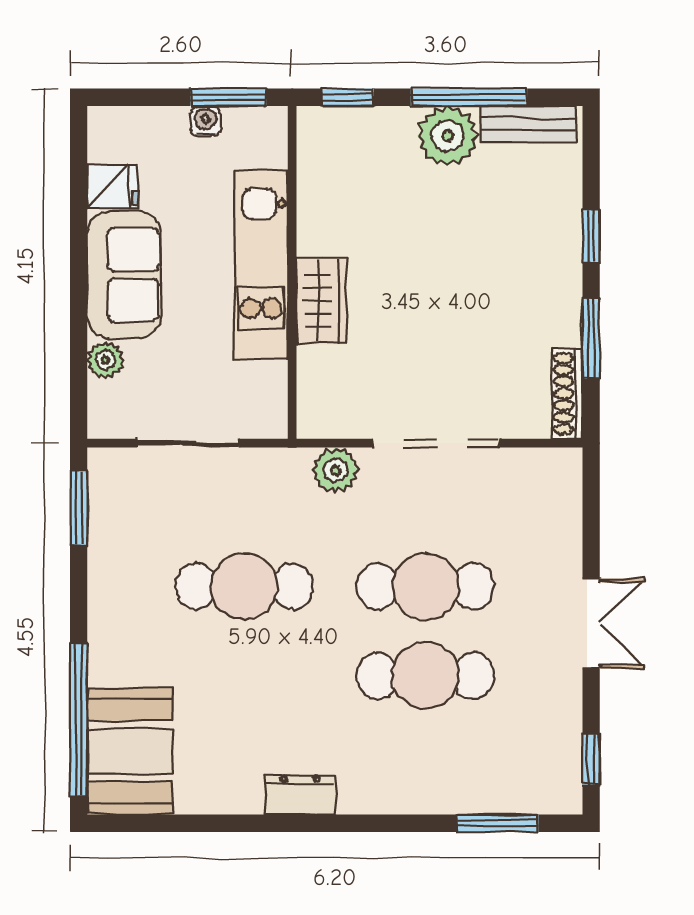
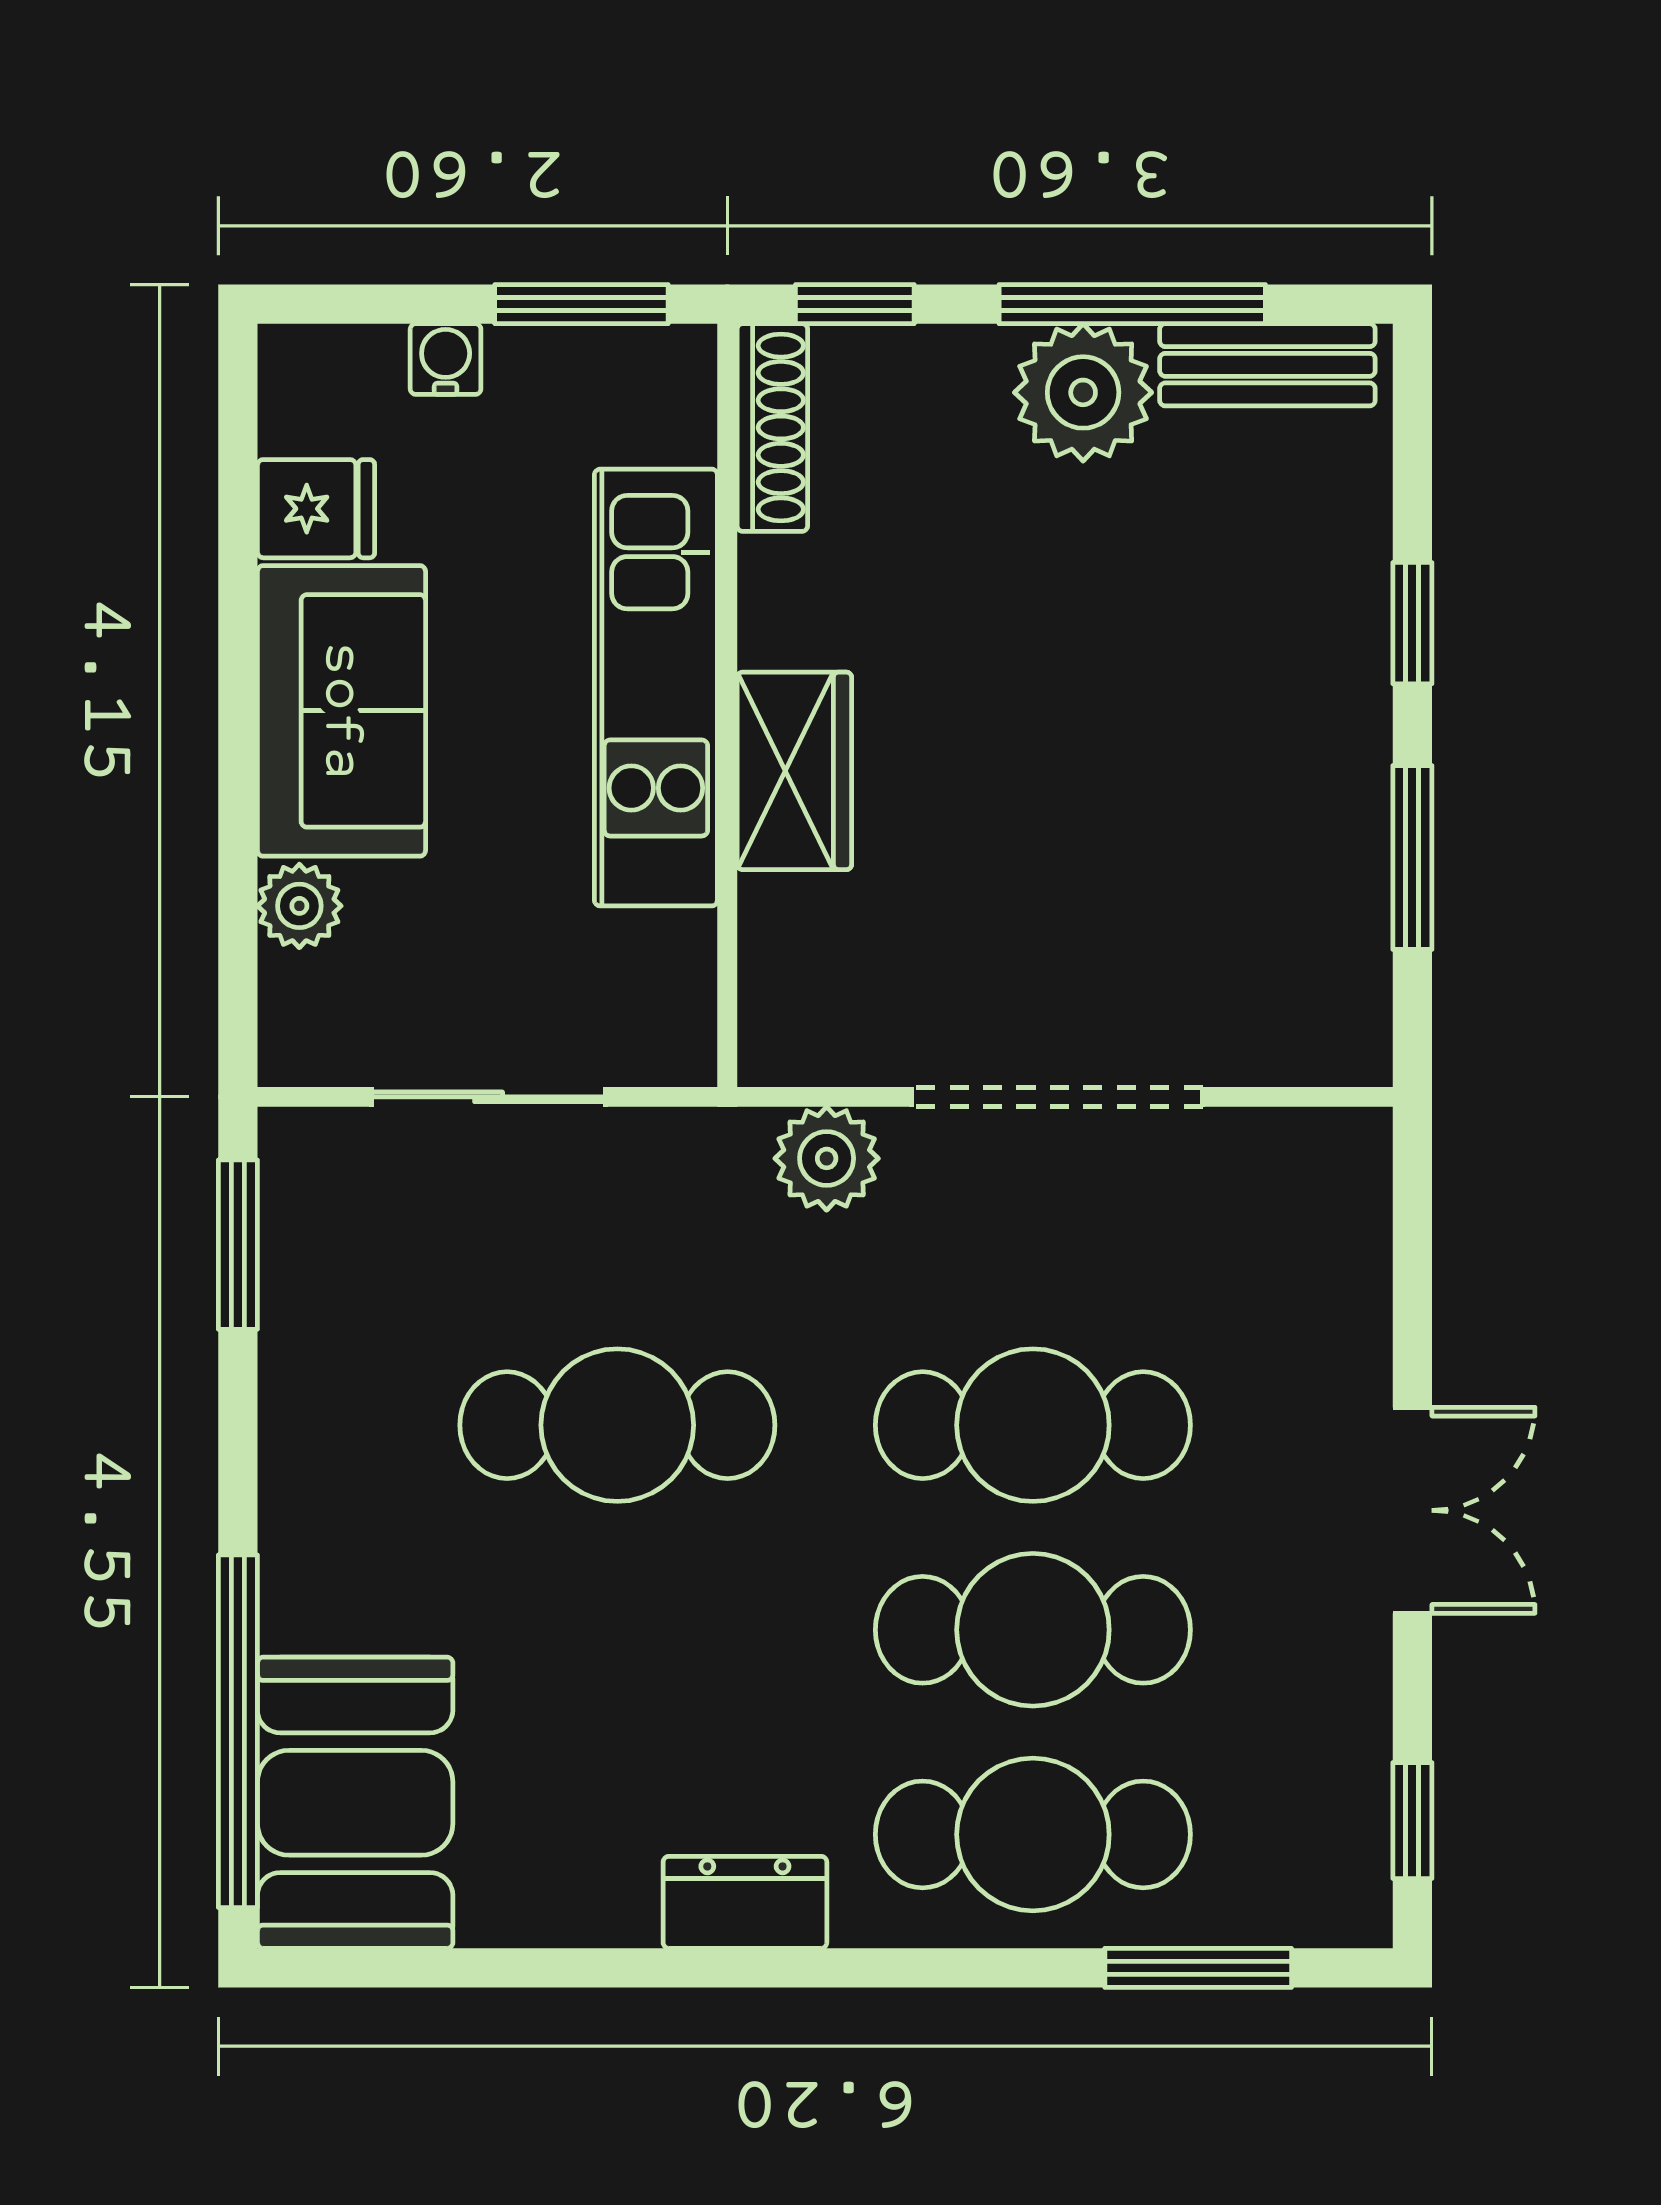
water cooler: (206, 121) -> (446, 359), moved
shoe rack: (567, 394) -> (772, 428), moved, turned 180
cafe table: (426, 765) -> (1033, 1834), added

